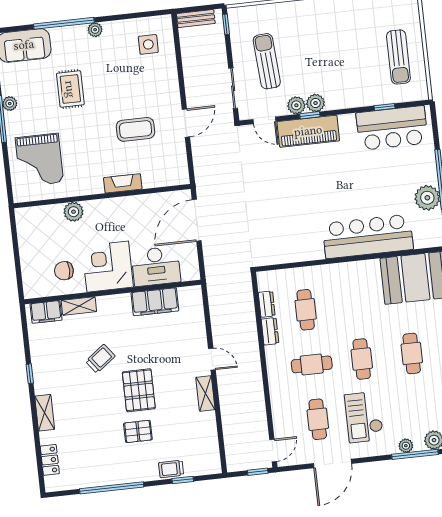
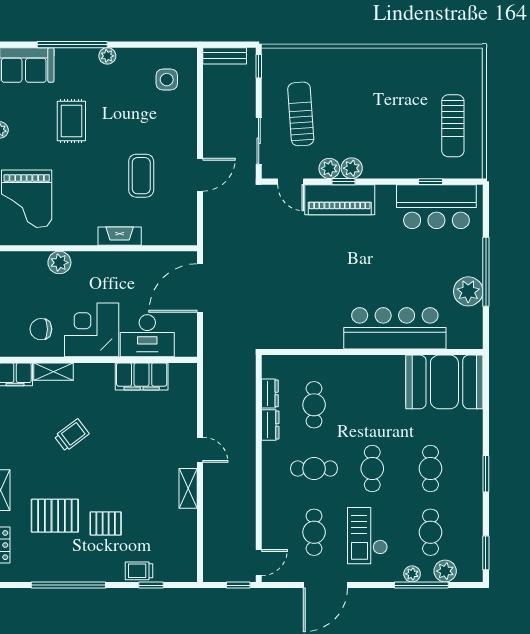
coffee table: (135, 129) -> (141, 176), turned 90
pallet: (139, 390) -> (55, 516), moved, turned 90
cafe table: (418, 408) -> (431, 532), added

